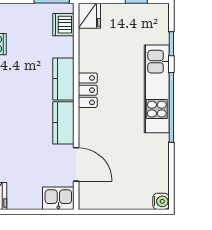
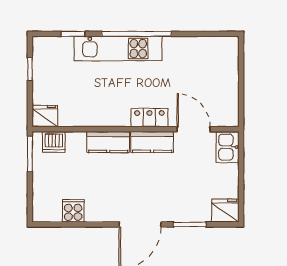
locker: (88, 90) -> (149, 118), moved
door: (76, 164) -> (194, 129), hinge flipped
water cooler: (161, 201) -> (231, 44), removed

